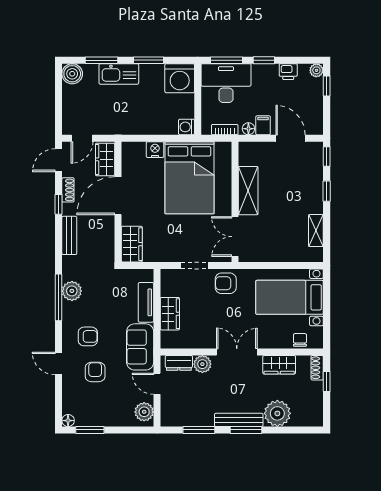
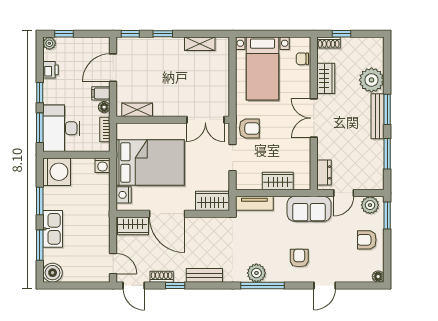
wardrobe: (105, 159) -> (133, 226), moved
shelving: (248, 191) -> (137, 110), moved, width x0.67, depth x0.75
door: (118, 196) -> (167, 214), moved
wall: (118, 202) -> (173, 214), moved
wardrobe: (132, 244) -> (212, 201), moved
armchair: (226, 283) -> (249, 128), turned -90
tv unit: (146, 302) -> (254, 203), moved
plant: (202, 364) -> (325, 150), removed
armchair: (95, 372) -> (367, 240), moved
window: (90, 430) -> (387, 216), moved

